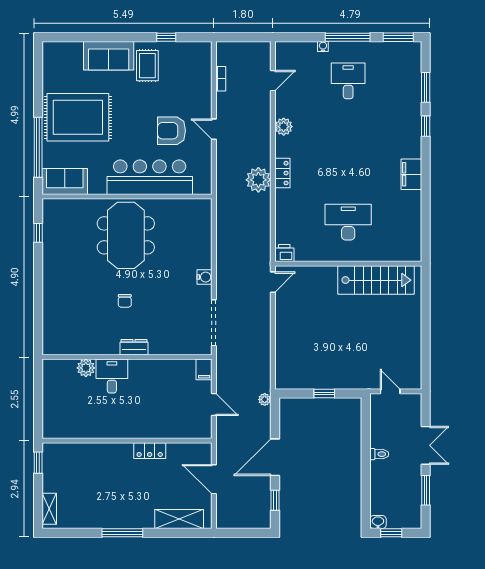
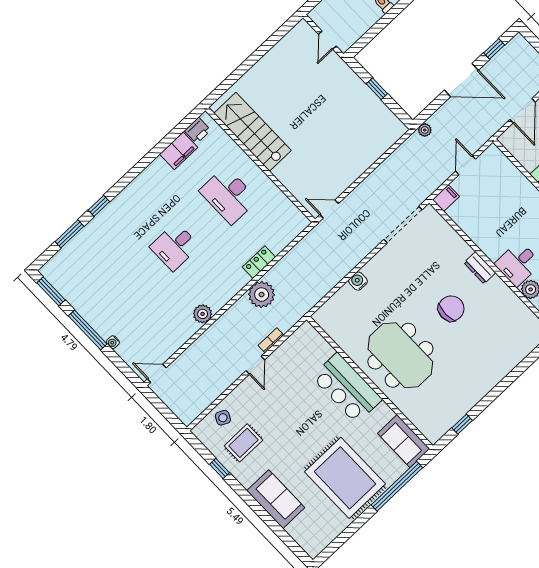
rug: (147, 66) -> (243, 443), moved
side table: (199, 73) -> (223, 418), added
bookcase: (221, 79) -> (271, 340), moved
door: (273, 81) -> (157, 373), moved
desk: (348, 81) -> (175, 247), moved
armchair: (171, 131) -> (287, 397), removed
locker: (282, 173) -> (259, 262), moved
filing cabinet: (411, 174) -> (179, 151), moved
bar counter: (150, 177) -> (347, 388), width x0.73
meeting table: (126, 235) -> (400, 355), turned 90
printer: (284, 253) -> (198, 130), moved, turned -90
water cooler: (204, 277) -> (358, 281), moved
chair: (125, 301) -> (451, 308), width x1.87, depth x1.87

